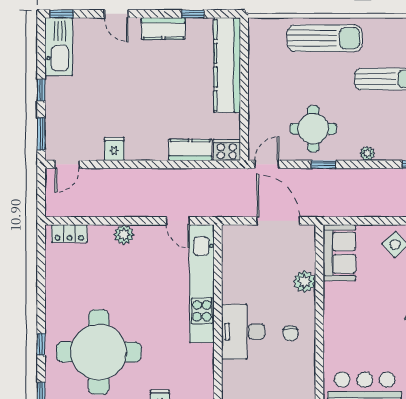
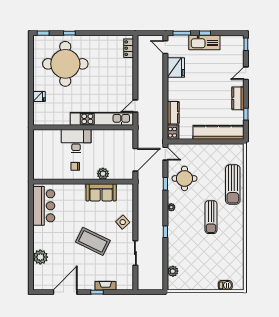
kitchen sink: (59, 47) -> (204, 42), moved
fridge: (114, 149) -> (176, 67), width x1.88, depth x1.34
plant: (124, 235) -> (128, 77), removed
sofa: (339, 253) -> (101, 192), moved

